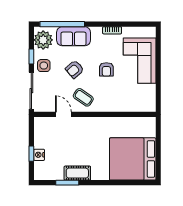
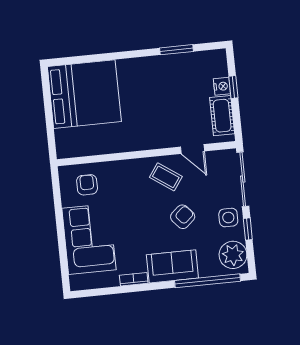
sofa: (74, 36) -> (172, 266), moved
armchair: (106, 69) -> (87, 185), moved
cot: (77, 173) -> (222, 116), moved, turned 90

